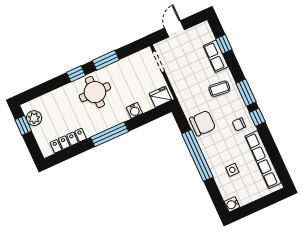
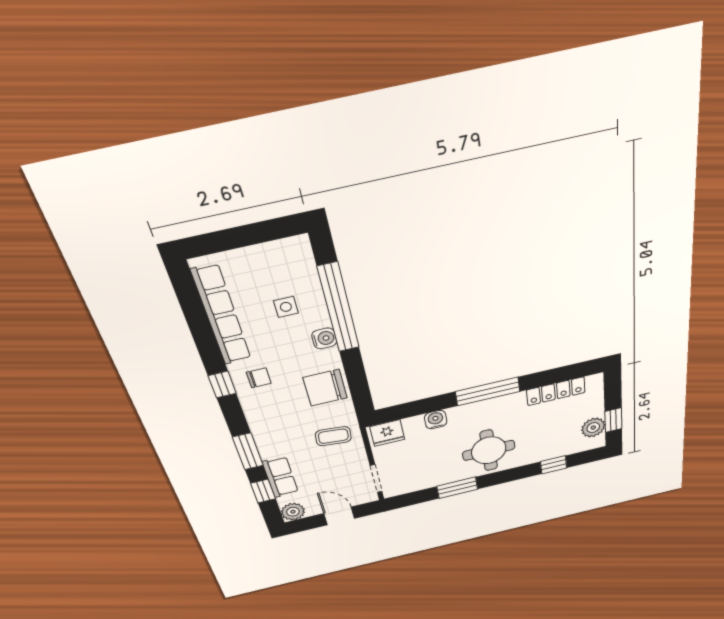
door: (175, 29) -> (339, 516), swing flipped
plant: (203, 29) -> (293, 512), added
window: (76, 74) -> (554, 465), moved
coffee table: (219, 89) -> (333, 436), moved
window: (246, 93) -> (248, 451), moved
window: (197, 155) -> (339, 308), moved
water cooler: (232, 204) -> (324, 338), moved

